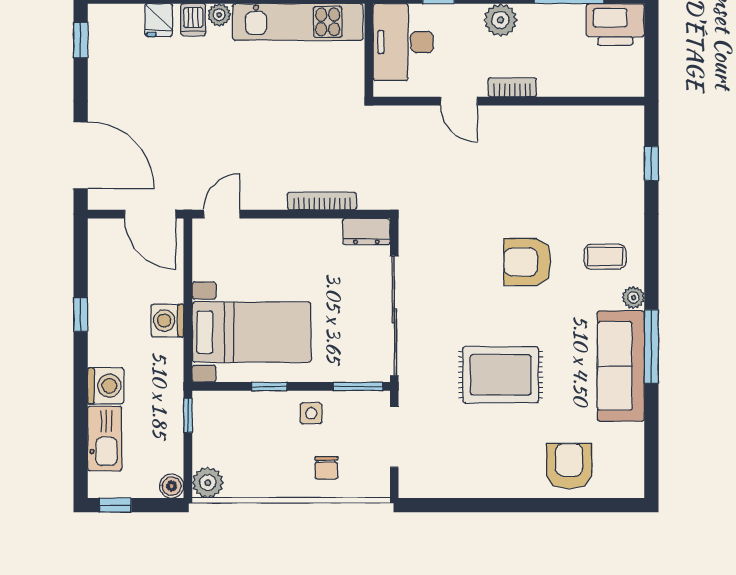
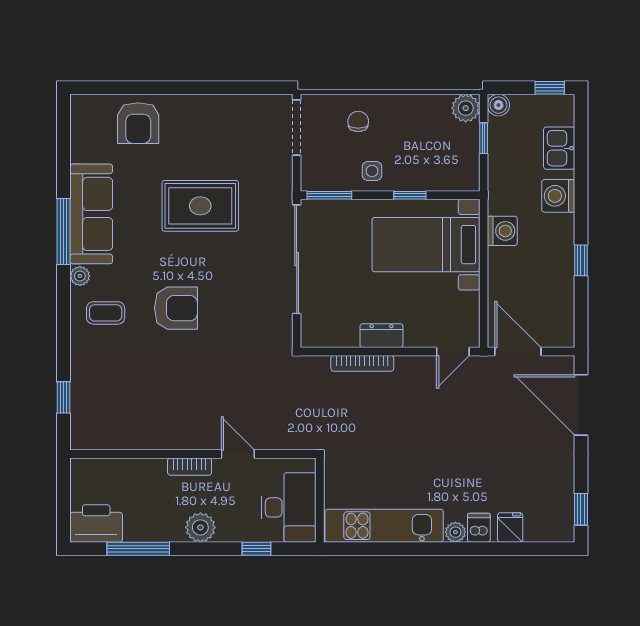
dresser: (366, 232) -> (381, 336), moved
washing machine: (167, 321) -> (502, 231), moved
window: (188, 415) -> (484, 138), moved
doorway: (394, 437) -> (297, 127), moved
kitchen sink: (105, 438) -> (559, 148), width x0.73

